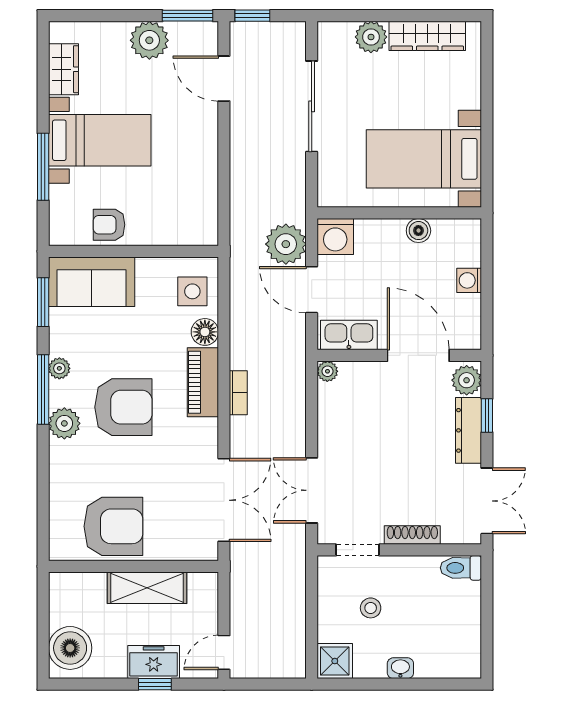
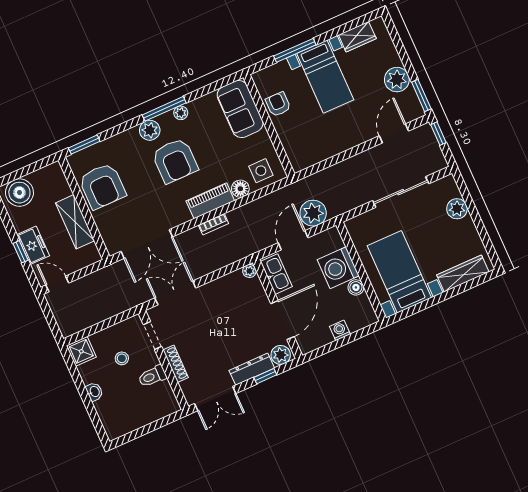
wardrobe: (427, 36) -> (463, 274), moved, turned 90
washing machine: (335, 237) -> (338, 268), moved, width x1.37, depth x1.37
window: (43, 302) -> (84, 145), moved
toilet: (461, 568) -> (152, 376), moved, turned -90

